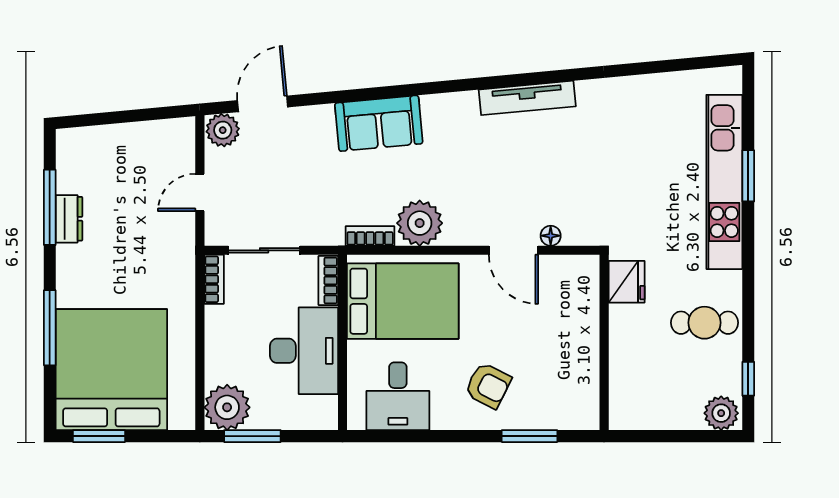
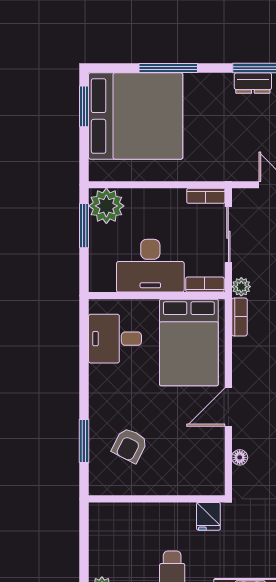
plant: (420, 223) -> (241, 287), moved, width x0.53, depth x0.53
door: (513, 250) -> (228, 407), moved
fridge: (627, 282) -> (208, 516), width x0.72
armchair: (488, 385) -> (130, 445), moved

